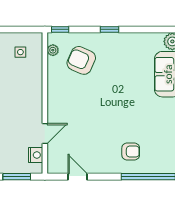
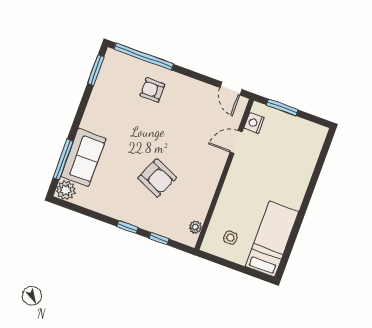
window: (60, 29) -> (159, 239), moved
armchair: (81, 60) -> (157, 178), moved
door: (78, 177) -> (231, 89), moved

